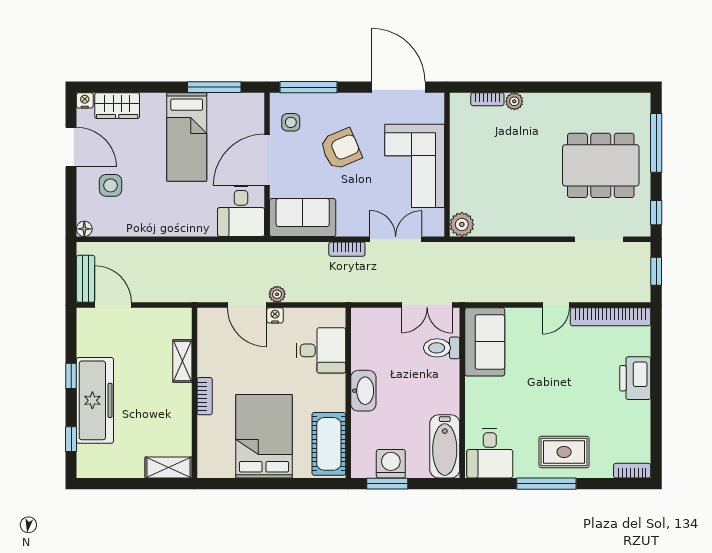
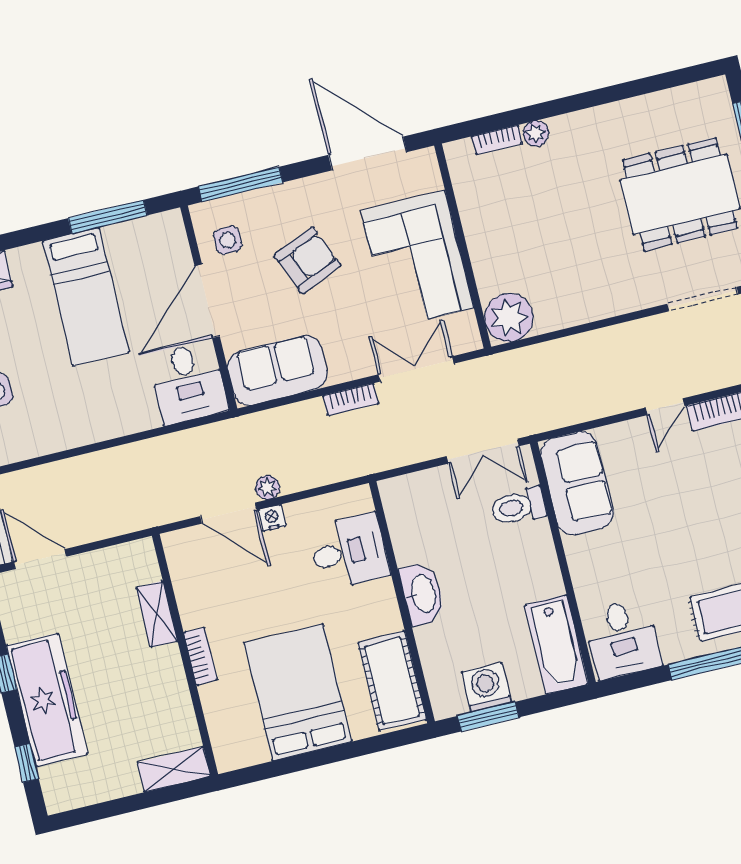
plant: (462, 224) -> (509, 318), width x1.36, depth x1.36

